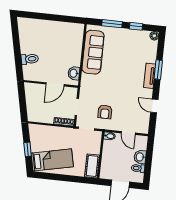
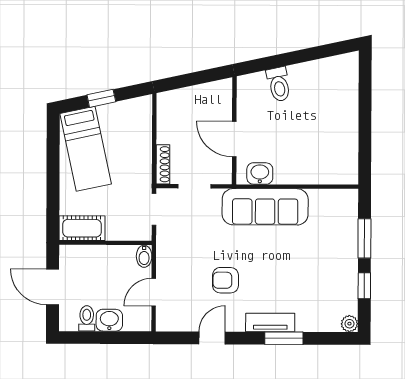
sofa: (93, 52) -> (265, 207), moved
armchair: (105, 112) -> (225, 280), moved

